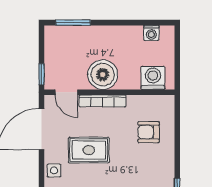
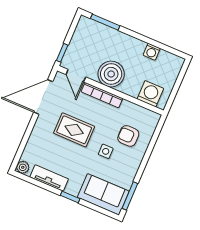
washing machine: (151, 33) -> (152, 52), moved
side table: (54, 170) -> (106, 151), moved

